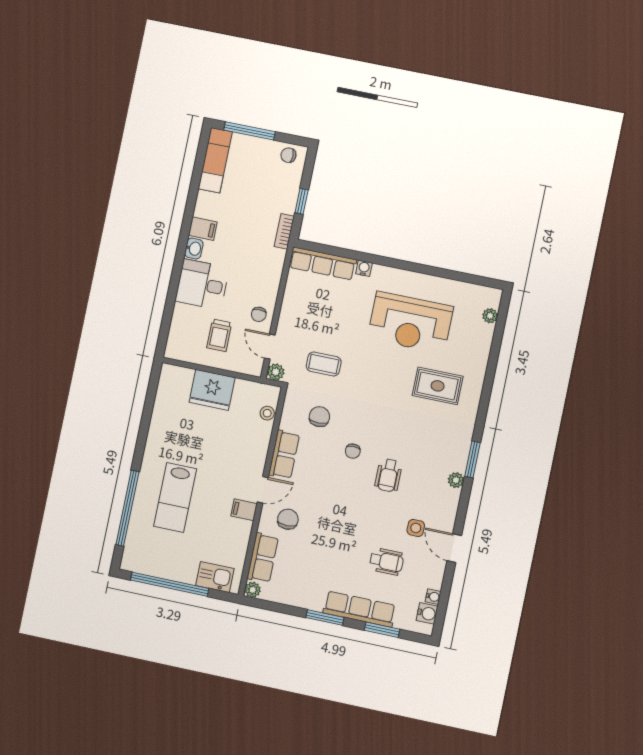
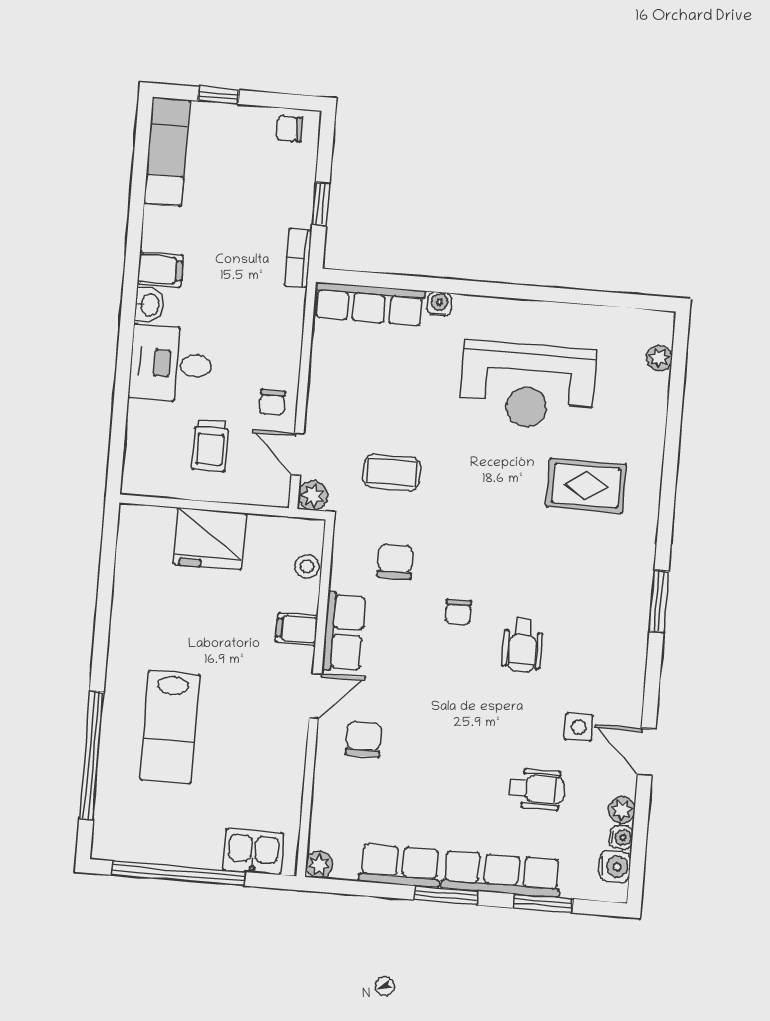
window: (249, 131) -> (218, 95), width x0.46
plant: (456, 480) -> (622, 810), moved
filing cabinet: (244, 510) -> (297, 629), moved
row of seats: (263, 558) -> (400, 866), moved, turned -90

